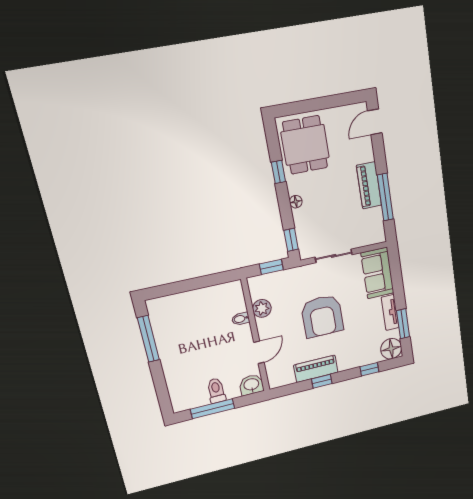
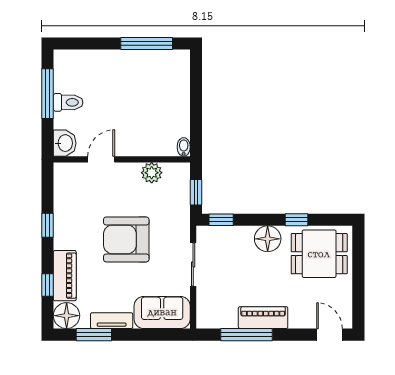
floor lamp: (296, 202) -> (268, 239), width x1.89, depth x1.89
bidet: (241, 319) -> (184, 147), moved
door: (259, 352) -> (101, 159), swing flipped
piano: (316, 369) -> (65, 276), moved

